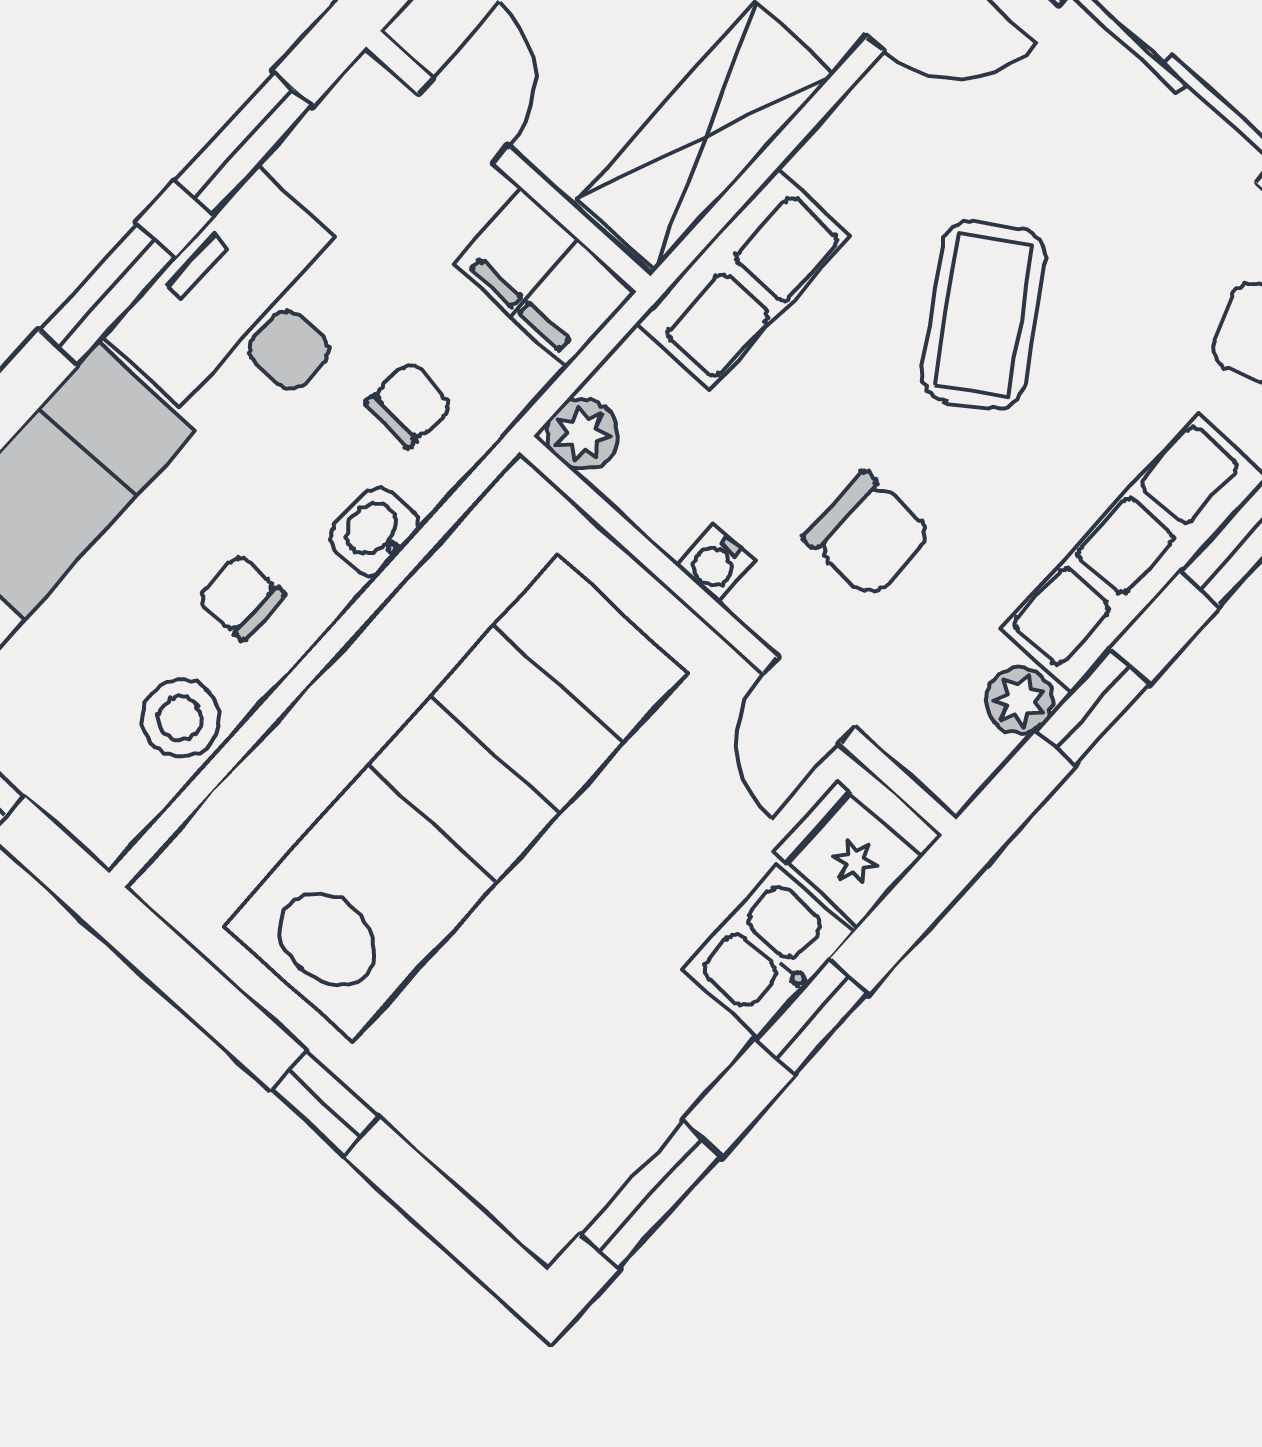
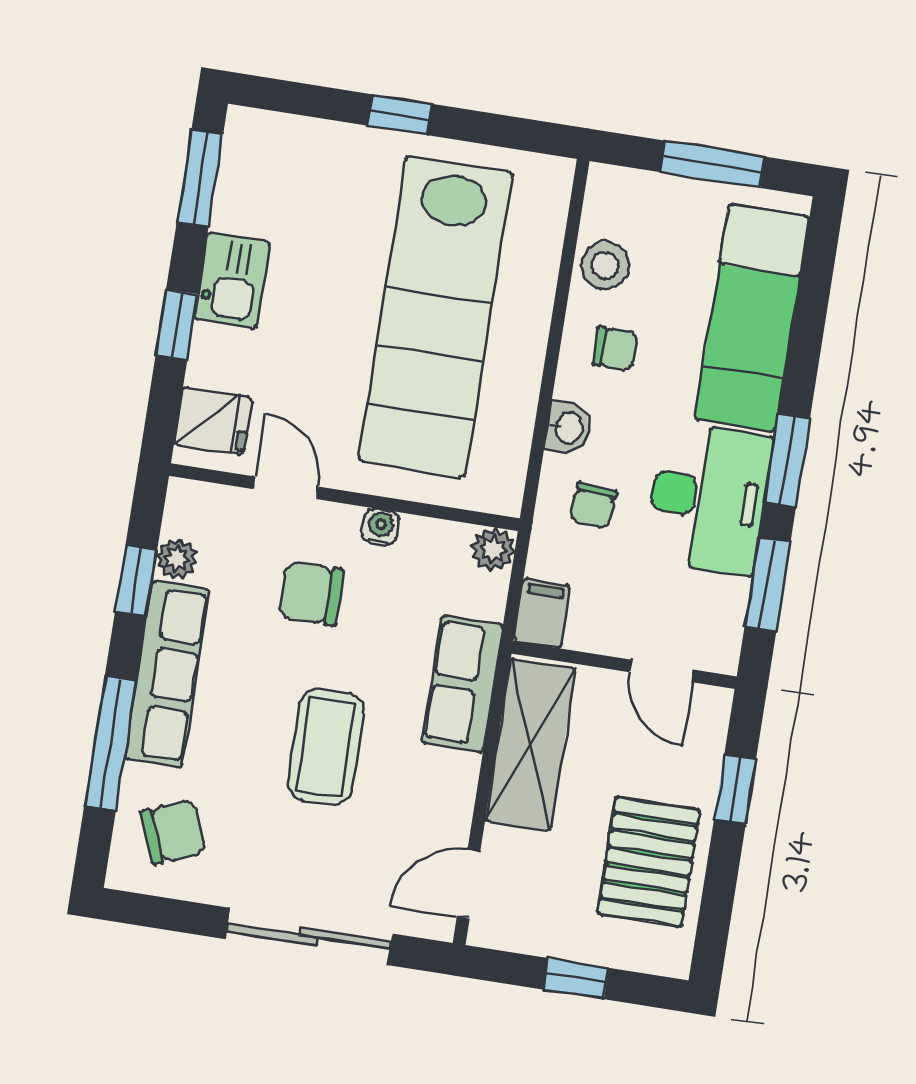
filing cabinet: (544, 278) -> (542, 613), width x0.50
coffee table: (984, 315) -> (326, 747), turned 33
kitchen sink: (768, 951) -> (232, 281), moved

